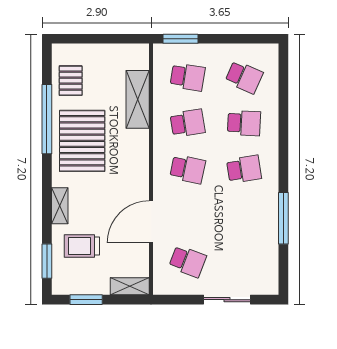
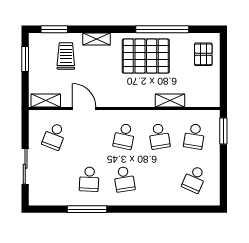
pallet: (71, 81) -> (203, 54), moved, turned 90
shelving: (138, 99) -> (170, 100), width x0.67, depth x0.75
school desk: (244, 123) -> (89, 179), moved
door: (151, 222) -> (84, 108), width x0.73
shelving: (130, 286) -> (46, 100), moved, turned 90

